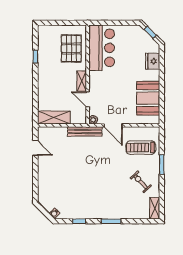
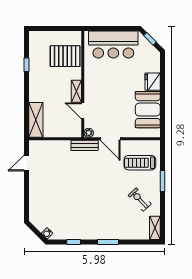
bar counter: (102, 48) -> (113, 45), moved, turned 90
pallet: (71, 49) -> (65, 56), turned 90
fridge: (153, 61) -> (153, 82), moved
shelving: (54, 117) -> (36, 120), moved, turned 90
bench: (85, 131) -> (85, 145), width x0.73
door: (35, 148) -> (26, 163), swing flipped

